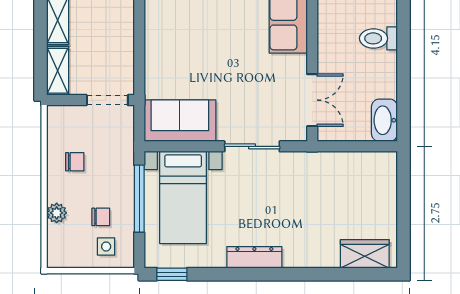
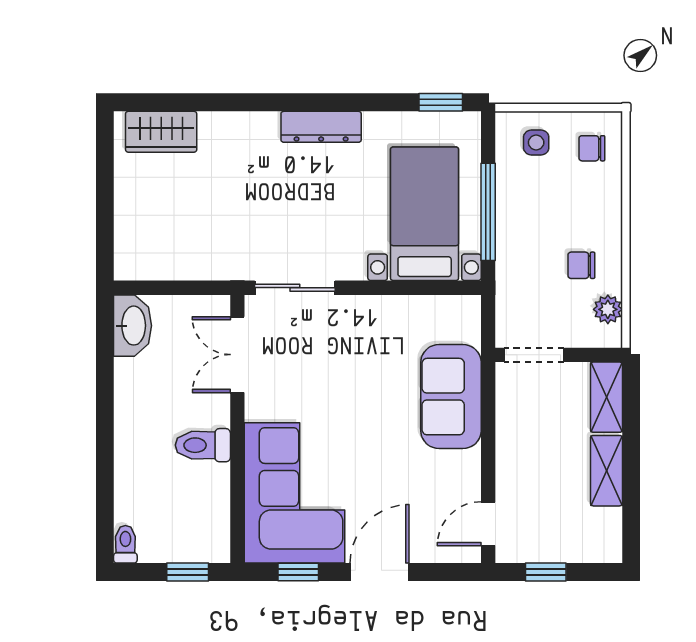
toilet: (378, 38) -> (203, 445), moved, turned 180
sofa: (180, 121) -> (451, 397), moved, turned 90
sliding door: (252, 146) -> (295, 288), moved
plant: (57, 213) -> (608, 309), moved
chair: (101, 217) -> (592, 148), moved

